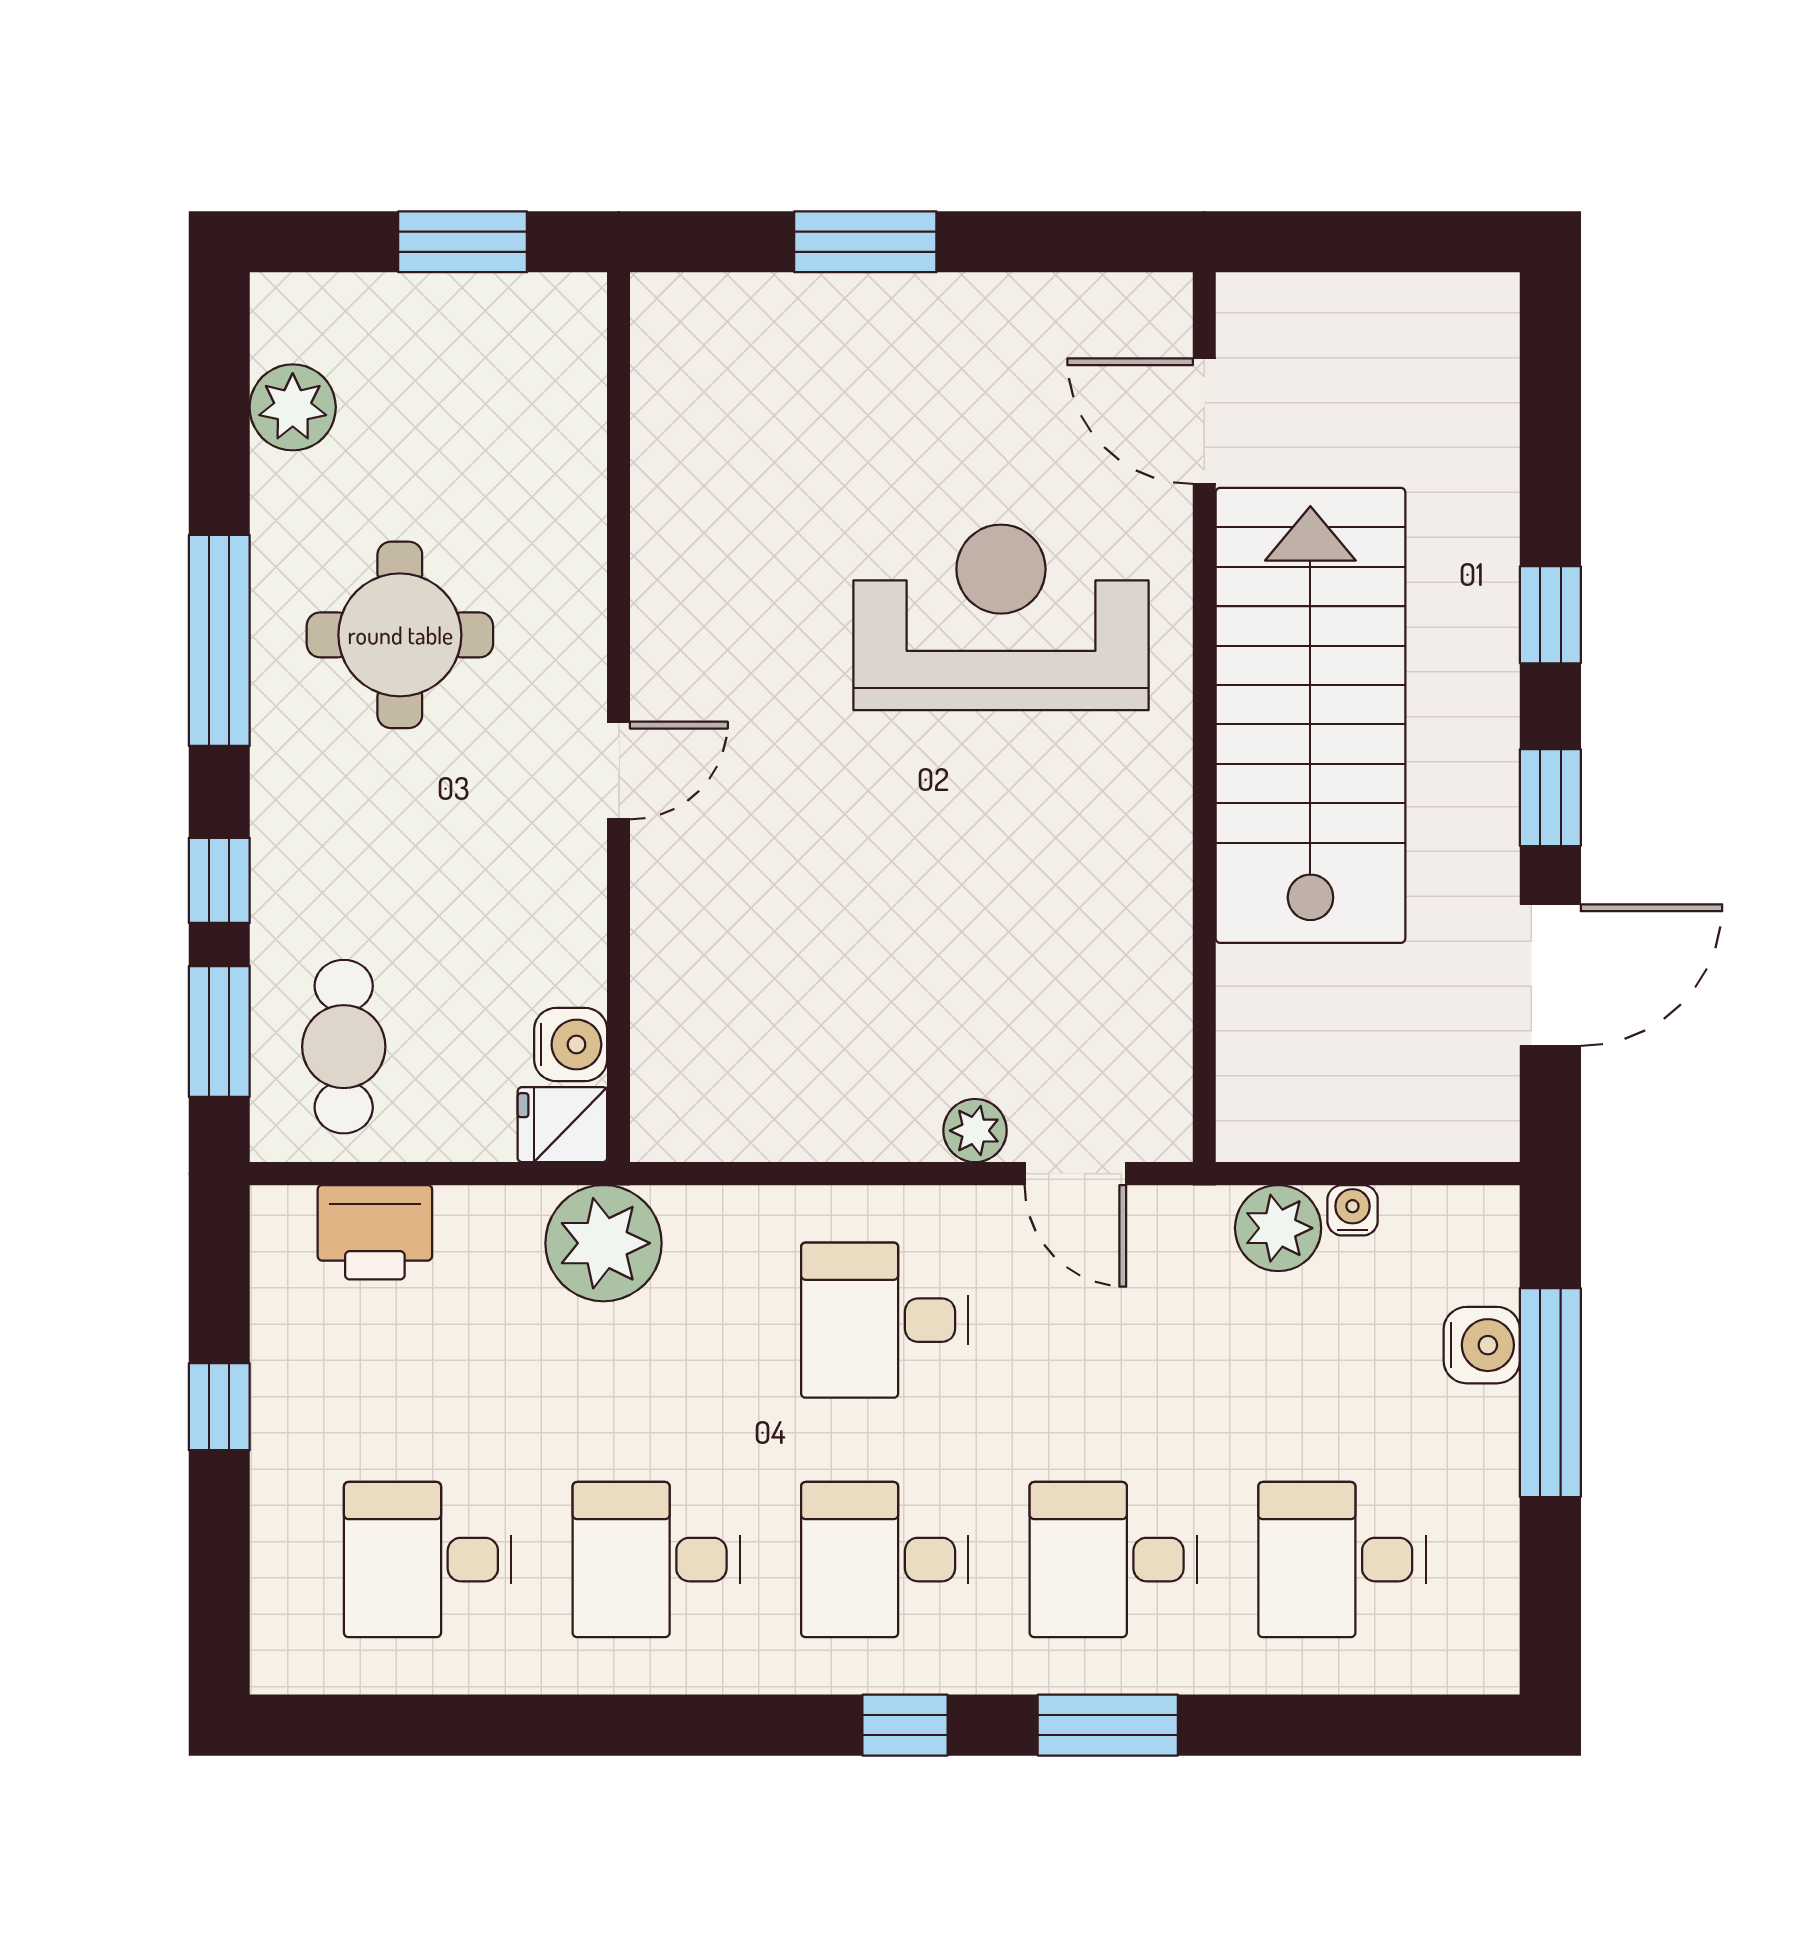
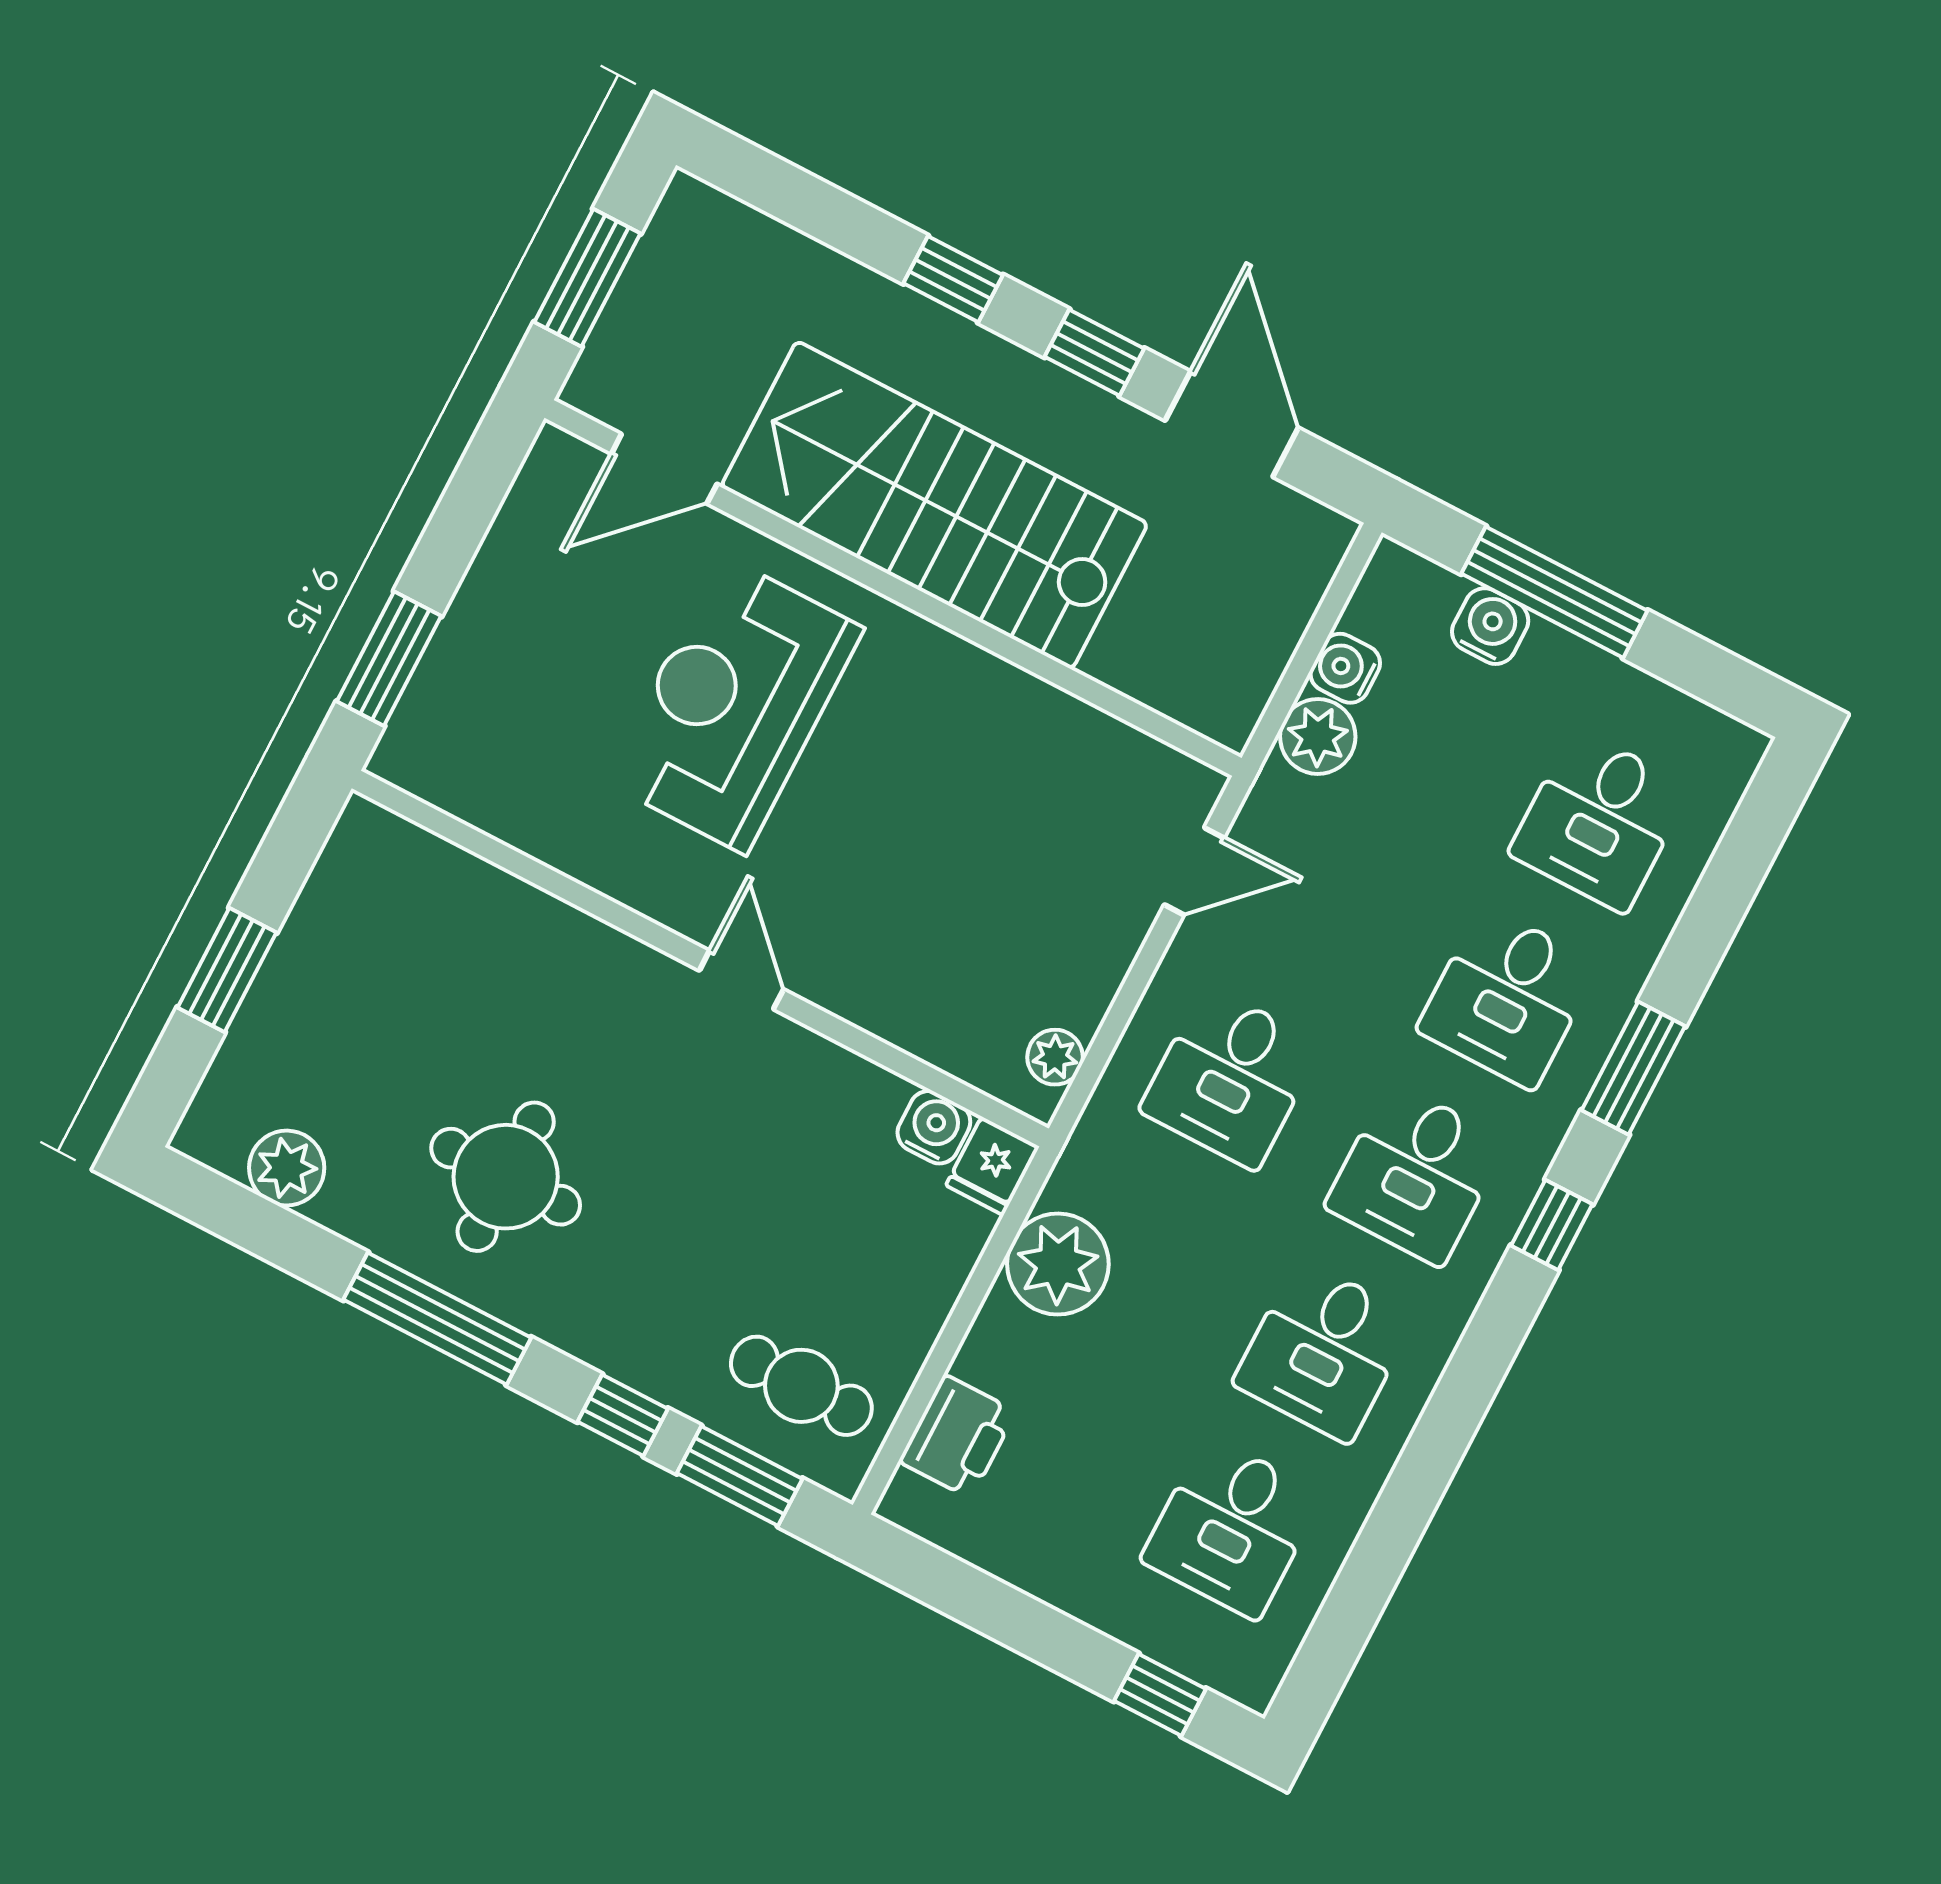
window: (1358, 242) -> (587, 278), added
wall: (619, 717) -> (700, 958), moved
door: (619, 771) -> (741, 980), moved
water cooler: (571, 1045) -> (934, 1127), moved
fridge: (562, 1125) -> (993, 1166), moved
plant: (975, 1131) -> (1055, 1057), moved
water cooler: (1353, 1210) -> (1345, 668), width x1.38, depth x1.38
window: (219, 1407) -> (1160, 1695), moved

